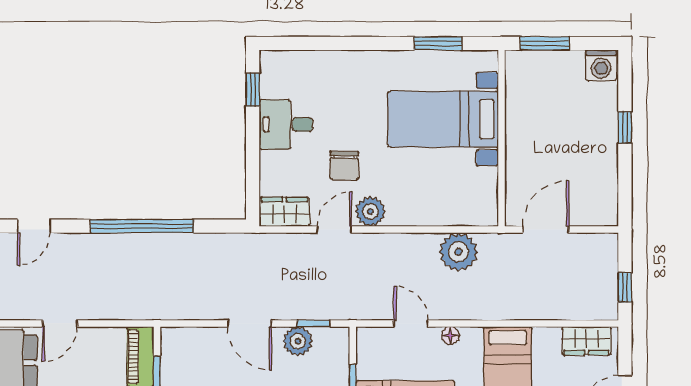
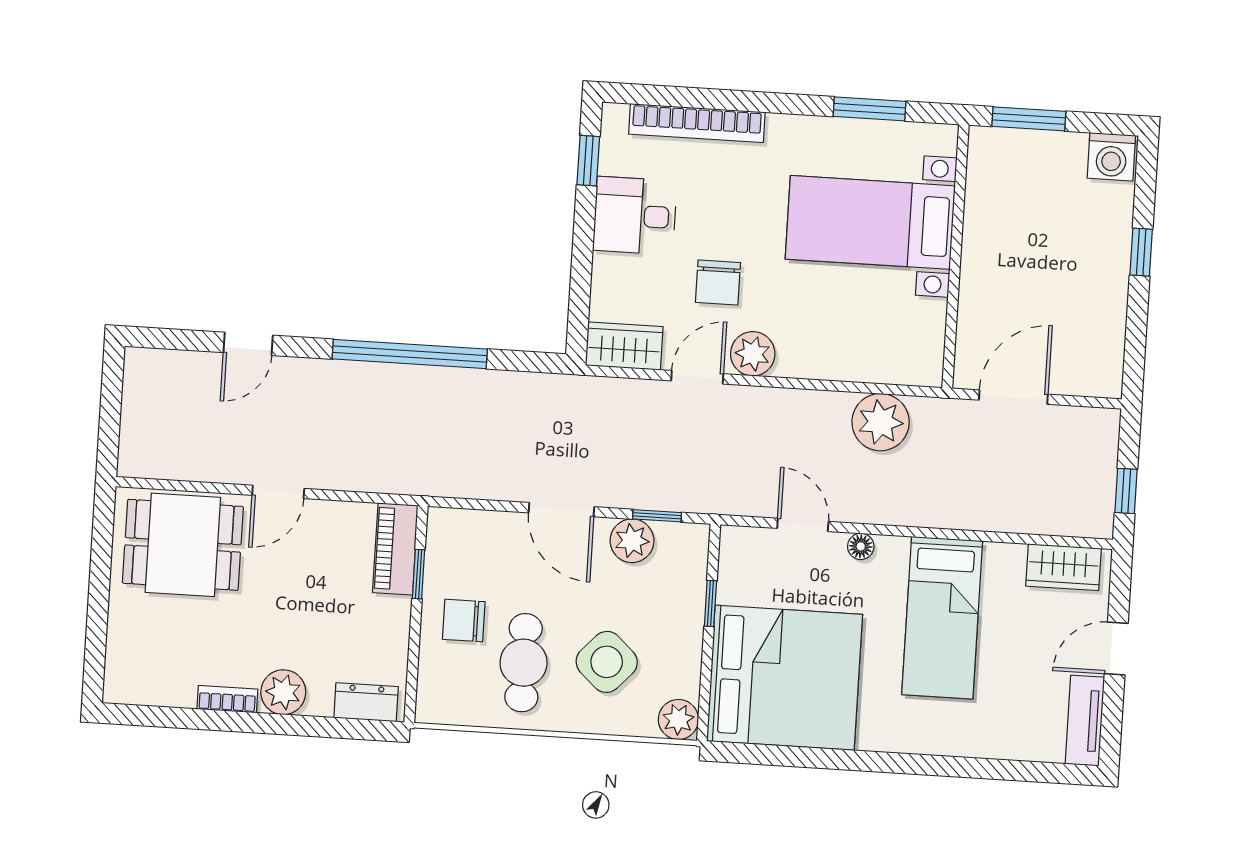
bookcase: (323, 60) -> (697, 123), added

